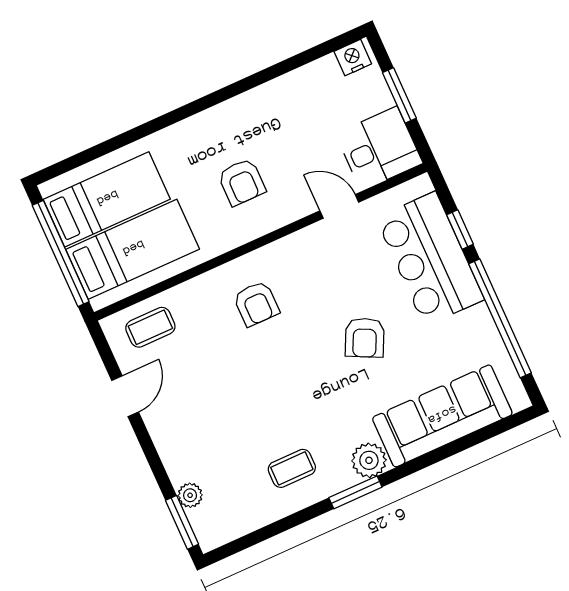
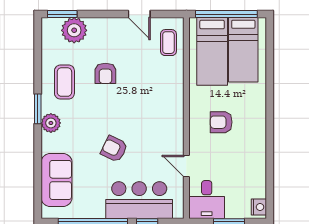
door: (339, 206) -> (186, 166), swing flipped
armchair: (256, 304) -> (105, 73), moved, turned -90
sofa: (442, 416) -> (57, 180), width x0.73
coffee table: (292, 468) -> (64, 82), width x1.36, depth x1.30
plant: (190, 495) -> (74, 30), width x1.88, depth x1.88

